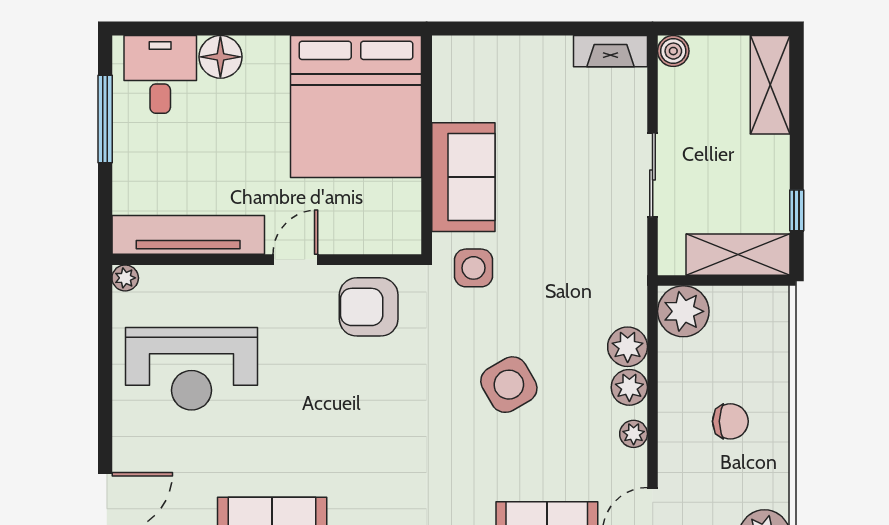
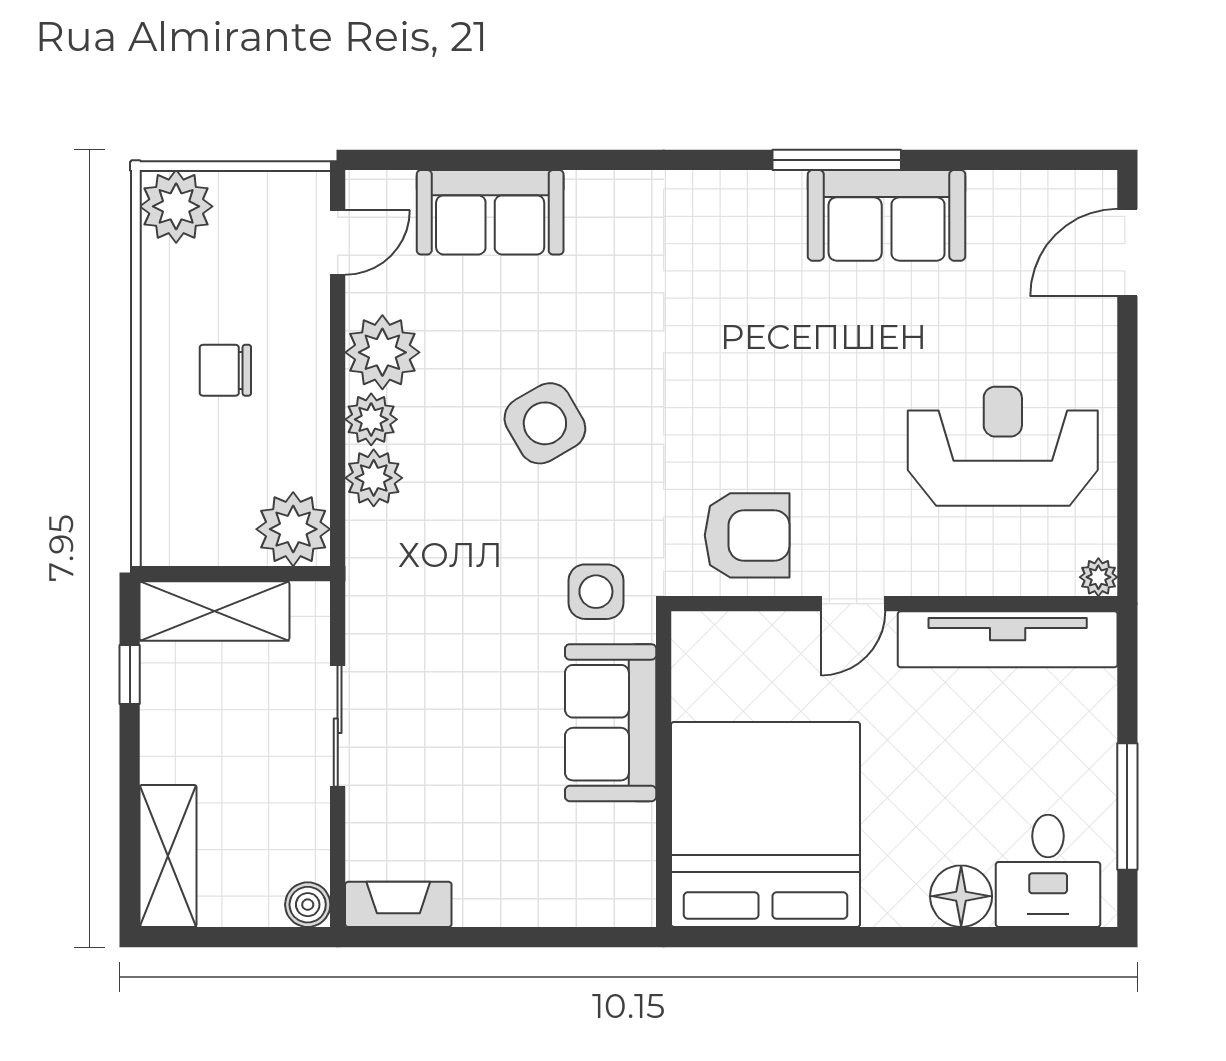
plant: (634, 434) -> (382, 352), width x1.88, depth x1.88

